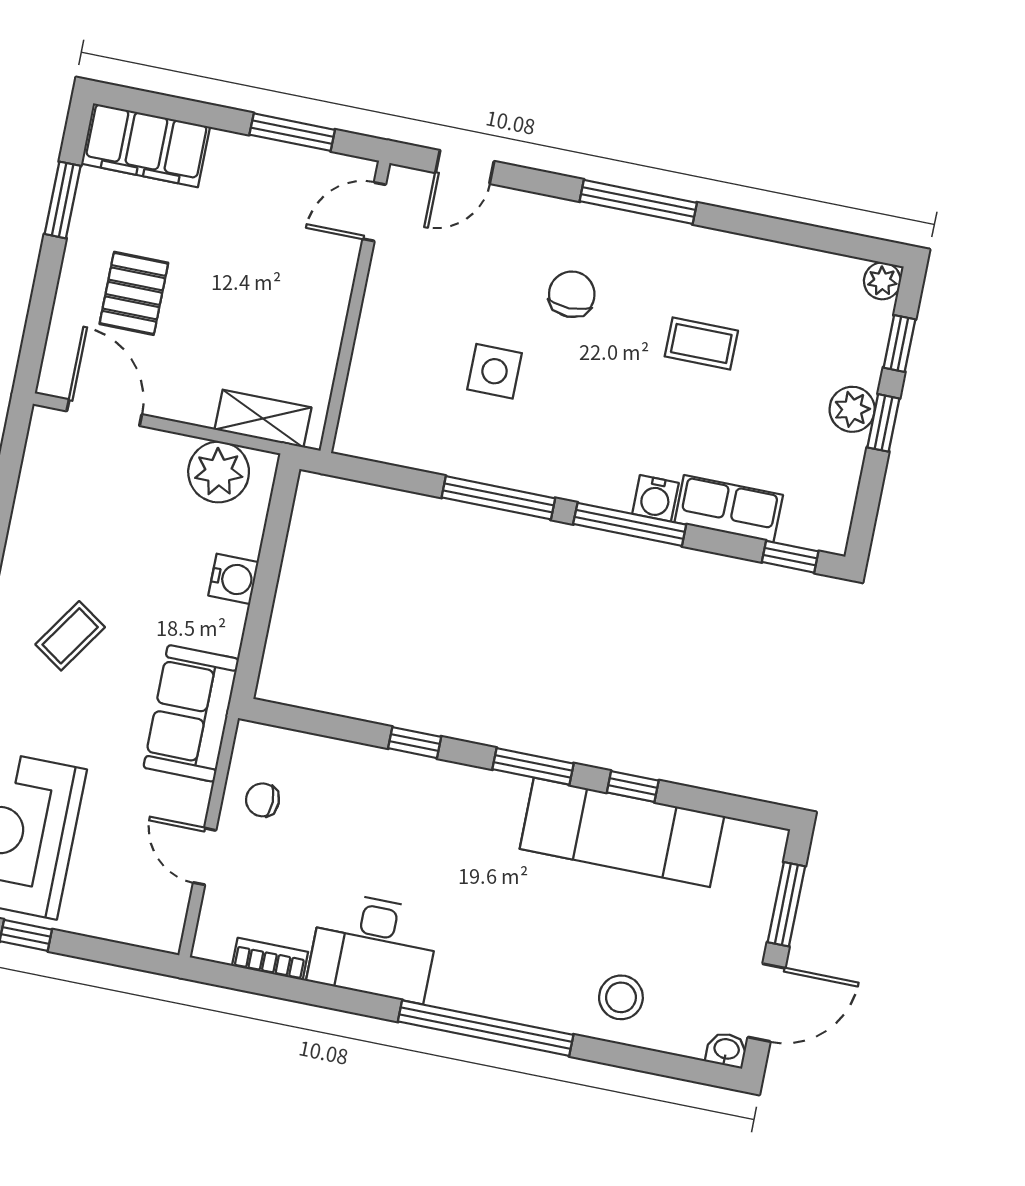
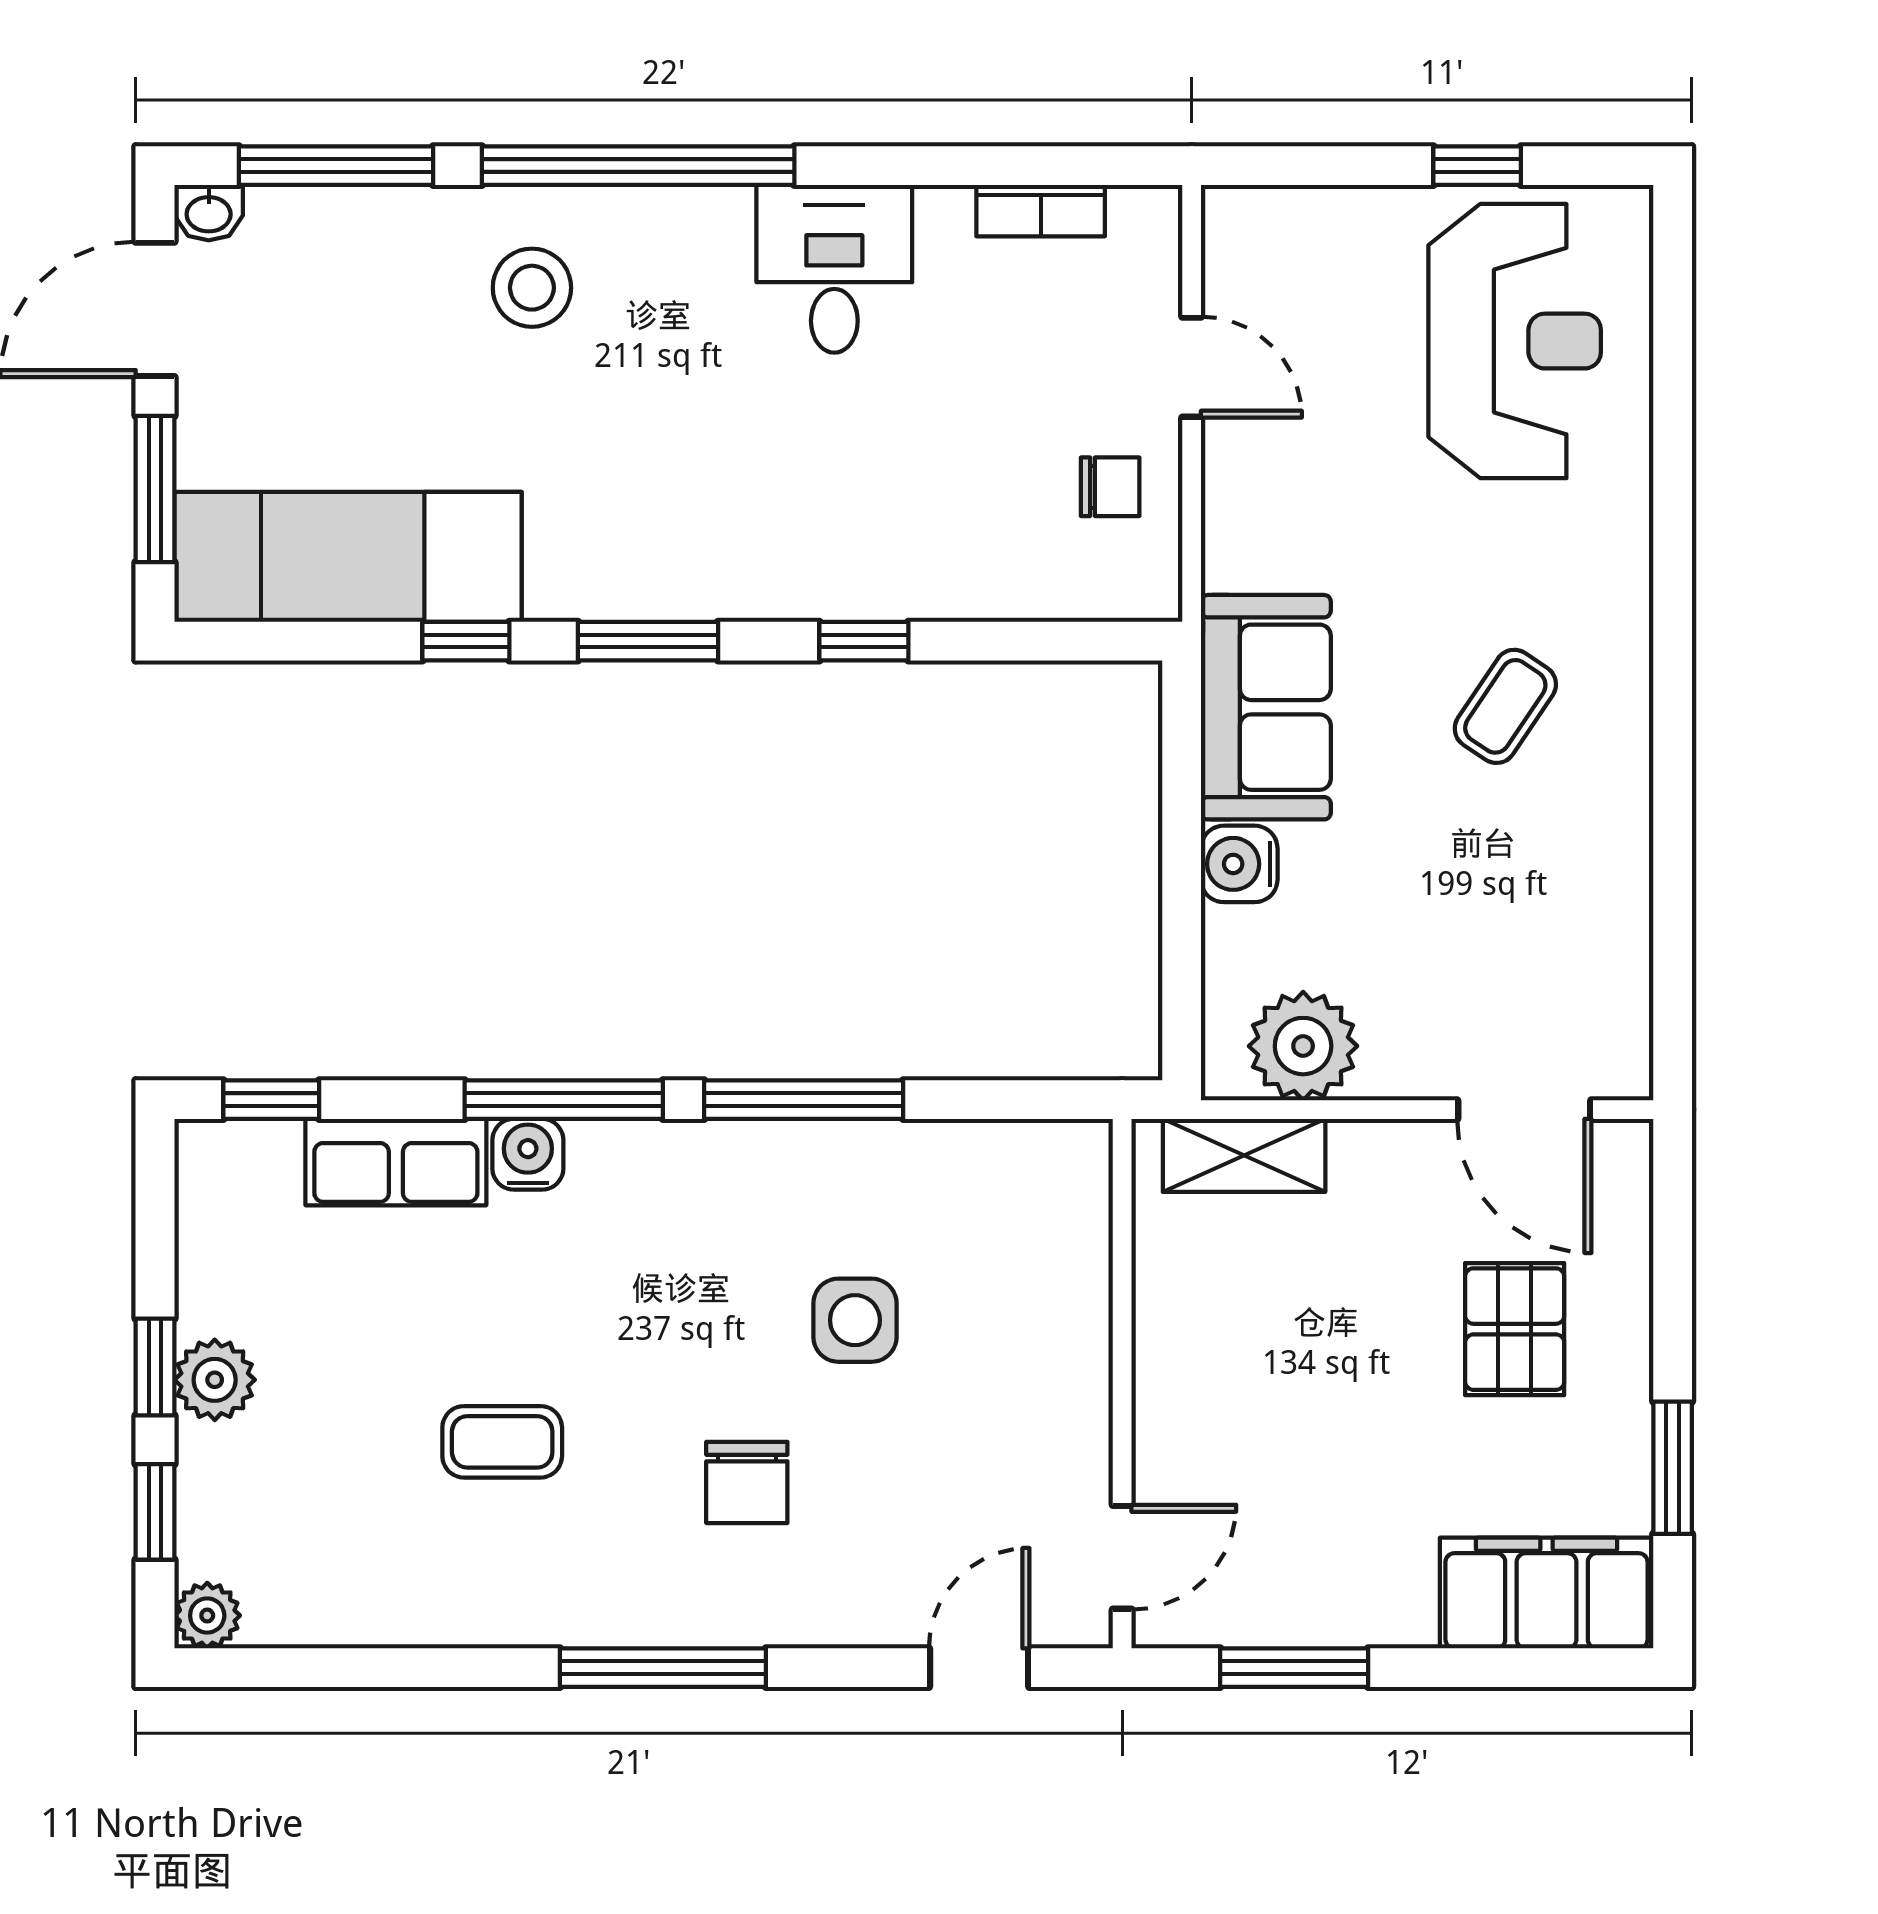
sofa: (191, 713) -> (1266, 707), moved
exam couch: (622, 832) -> (348, 557), moved
desk: (374, 947) -> (834, 269), width x0.73
stool: (621, 997) -> (532, 288), moved
window: (651, 1062) -> (336, 166), added

